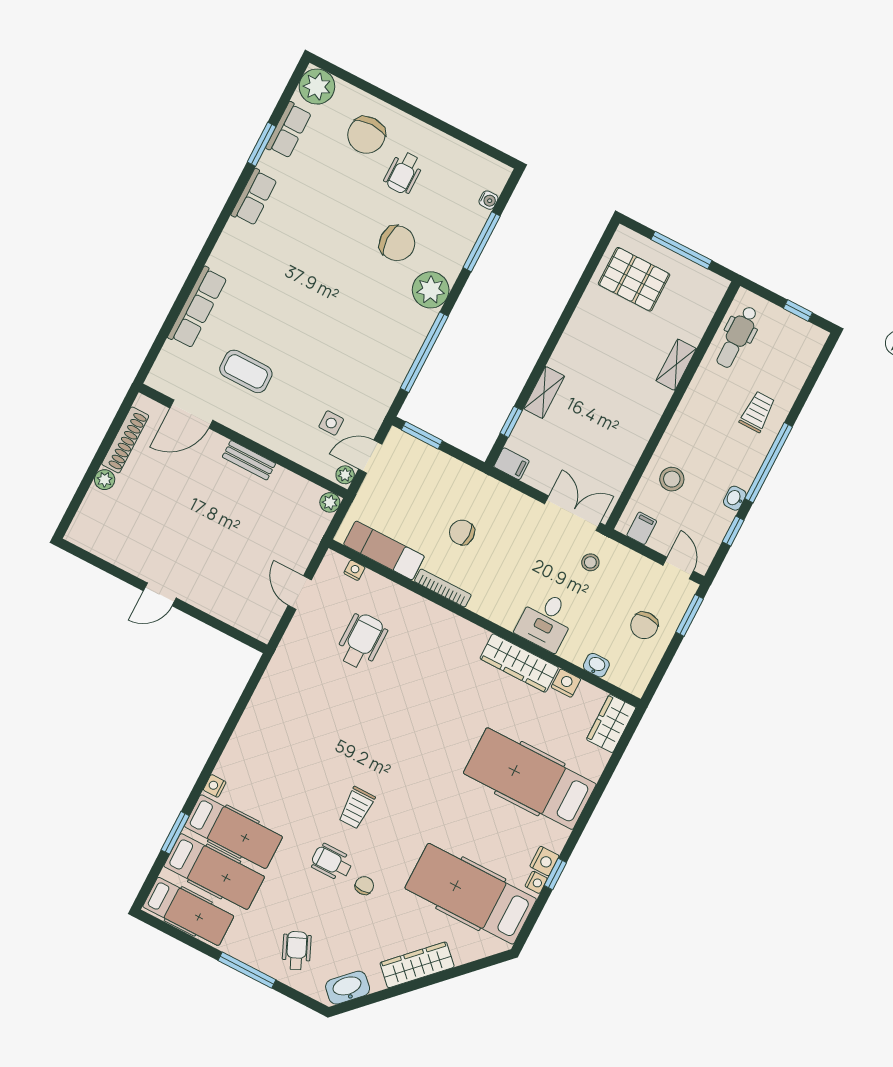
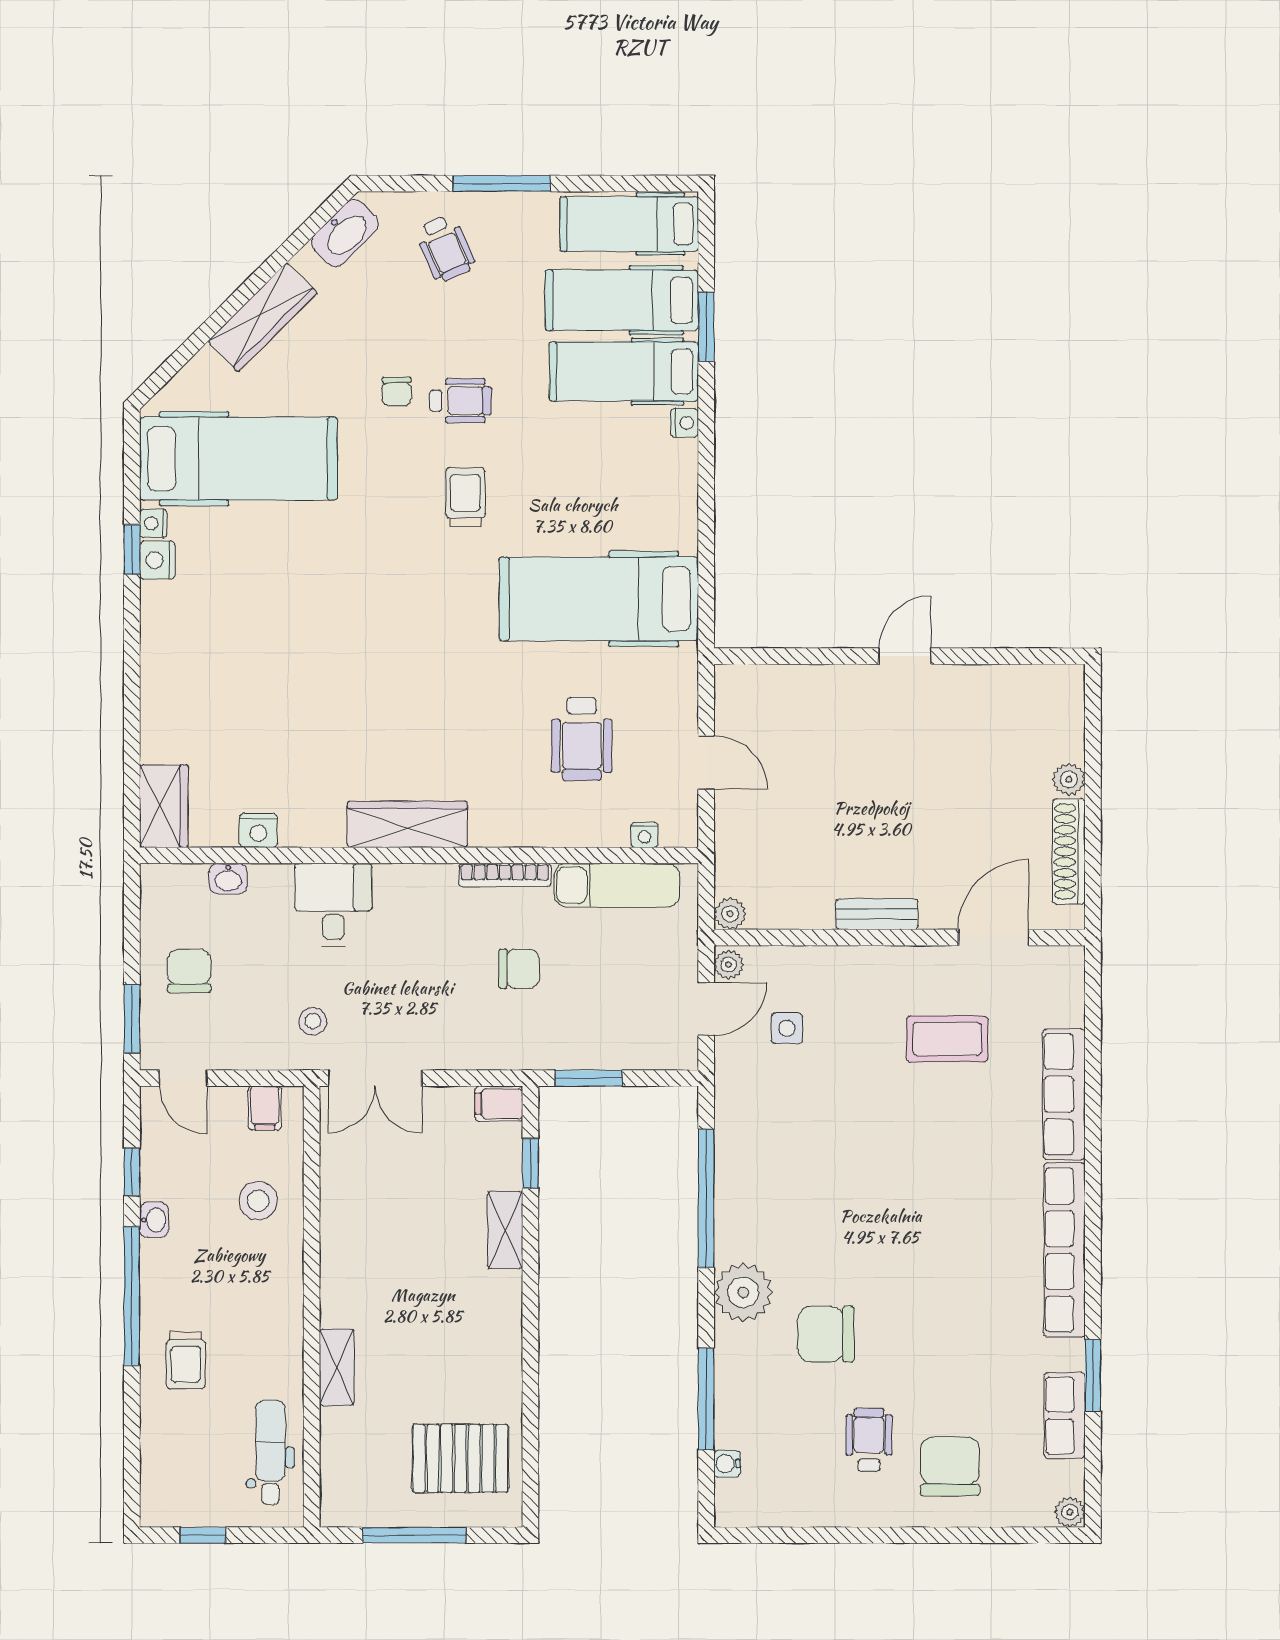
plant: (317, 87) -> (1070, 1512), width x0.53, depth x0.53
row of seats: (254, 197) -> (1064, 1250), width x2.02
window: (422, 435) -> (589, 1078), moved
wardrobe: (519, 663) -> (407, 824), moved
hospital bed: (530, 779) -> (599, 599), moved, turned 180

